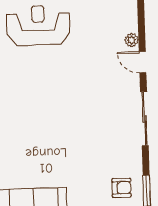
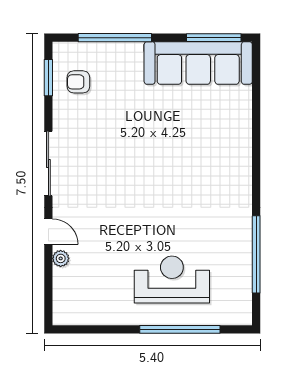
reception desk: (38, 25) -> (172, 280), turned 180

